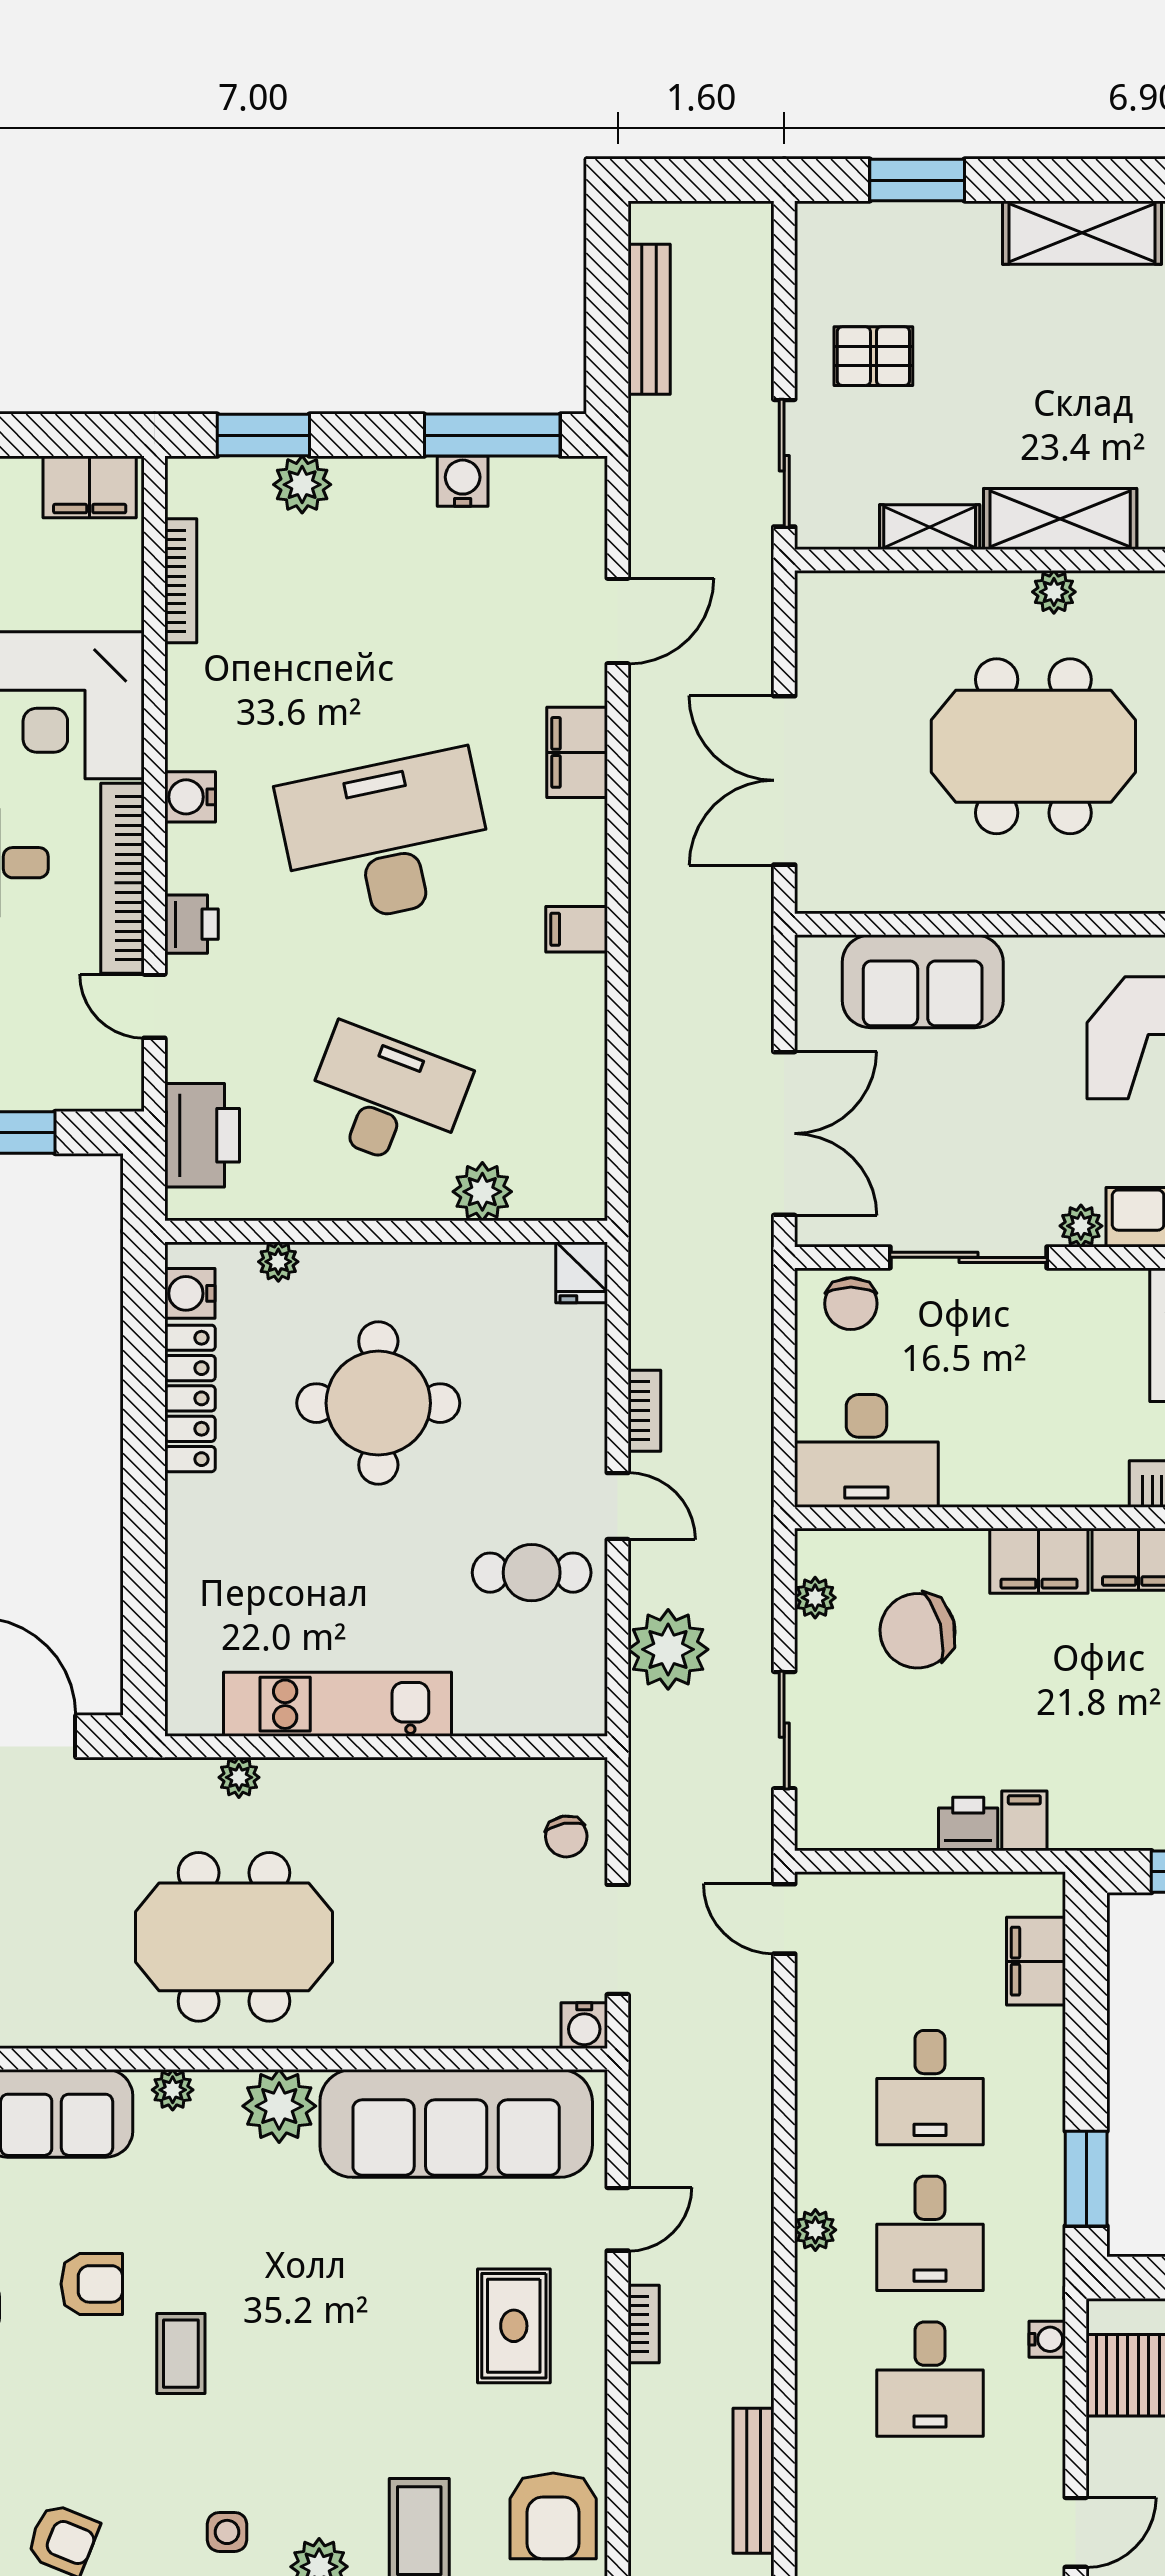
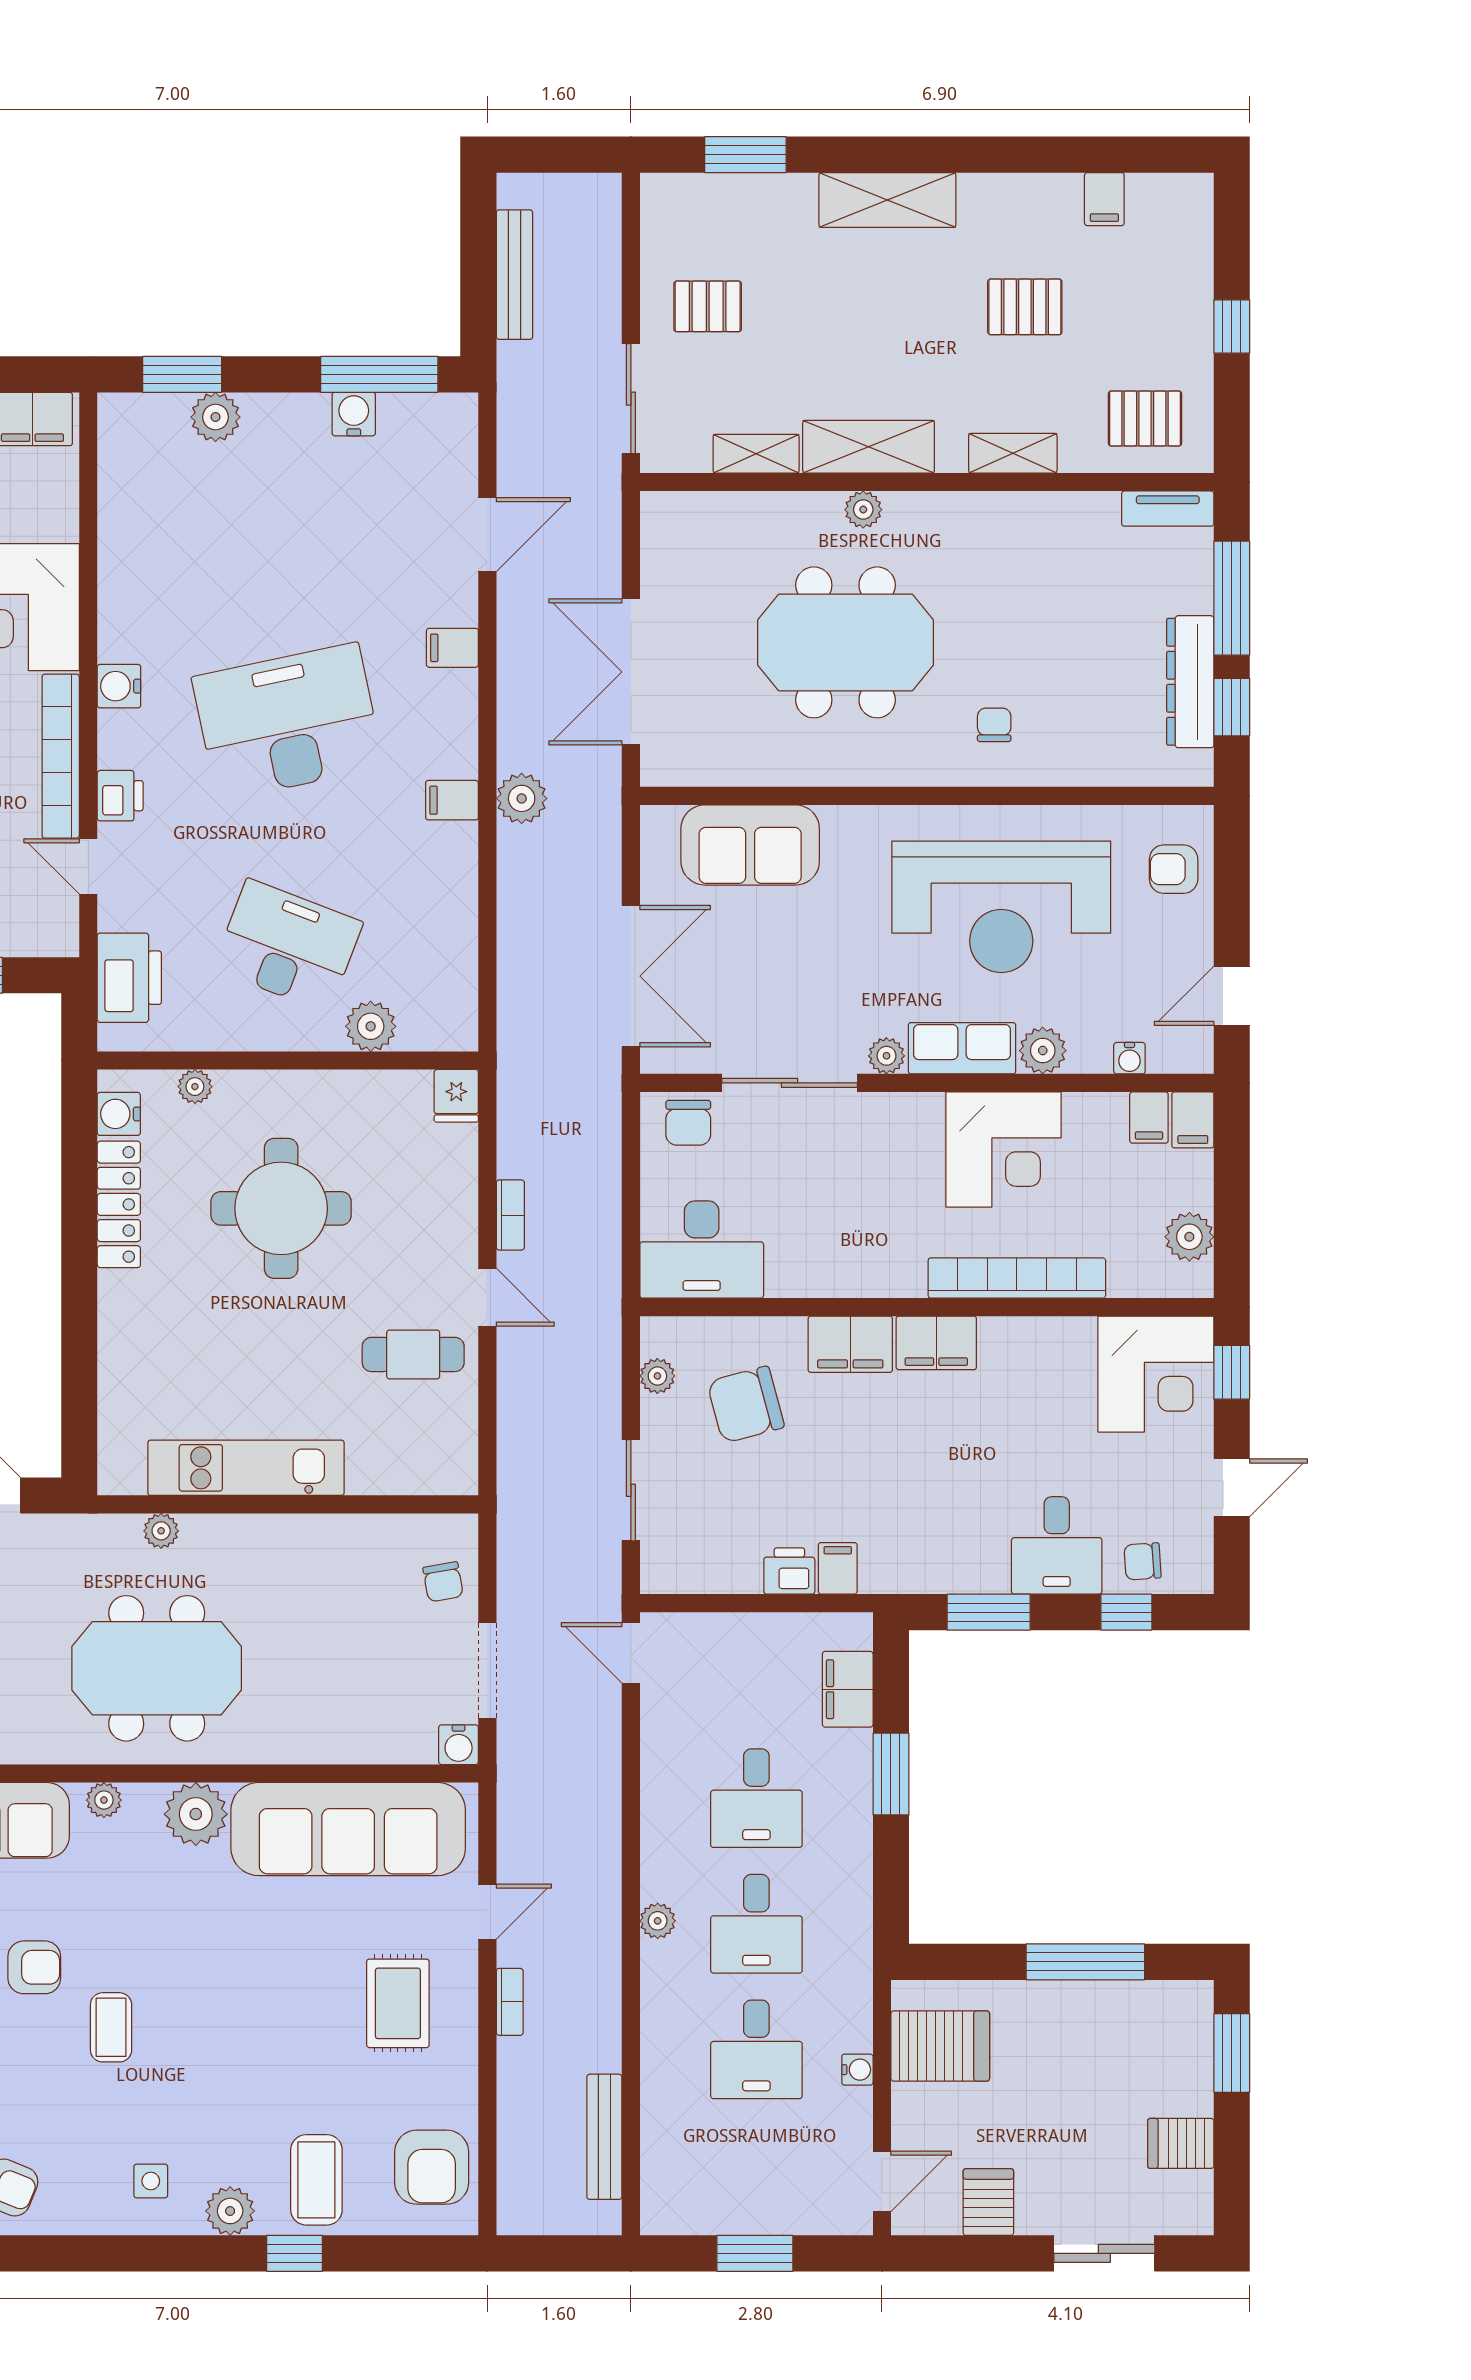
bookcase: (181, 581) -> (111, 500), removed
filing cabinet: (577, 752) -> (452, 648), width x0.50
plant: (668, 1649) -> (522, 798), moved, width x0.73, depth x0.73
window: (1086, 2179) -> (891, 1774), moved
water cooler: (1047, 2339) -> (857, 2070), moved

